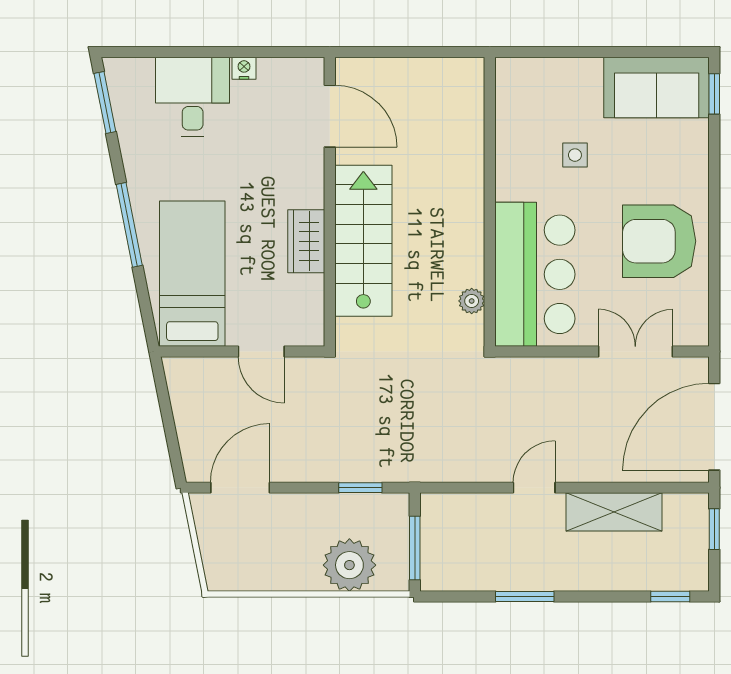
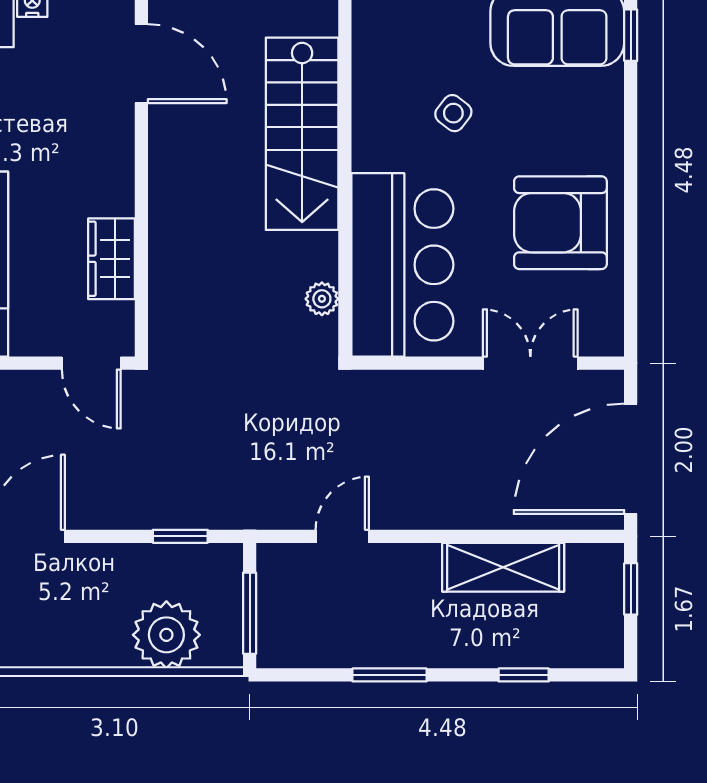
side table: (575, 155) -> (453, 113), turned 38
wardrobe: (306, 241) -> (111, 259), moved
stairs: (363, 241) -> (302, 134), moved, turned 180
door: (261, 352) -> (91, 363), moved
door: (534, 488) -> (342, 536), moved
window: (670, 597) -> (524, 675), moved

